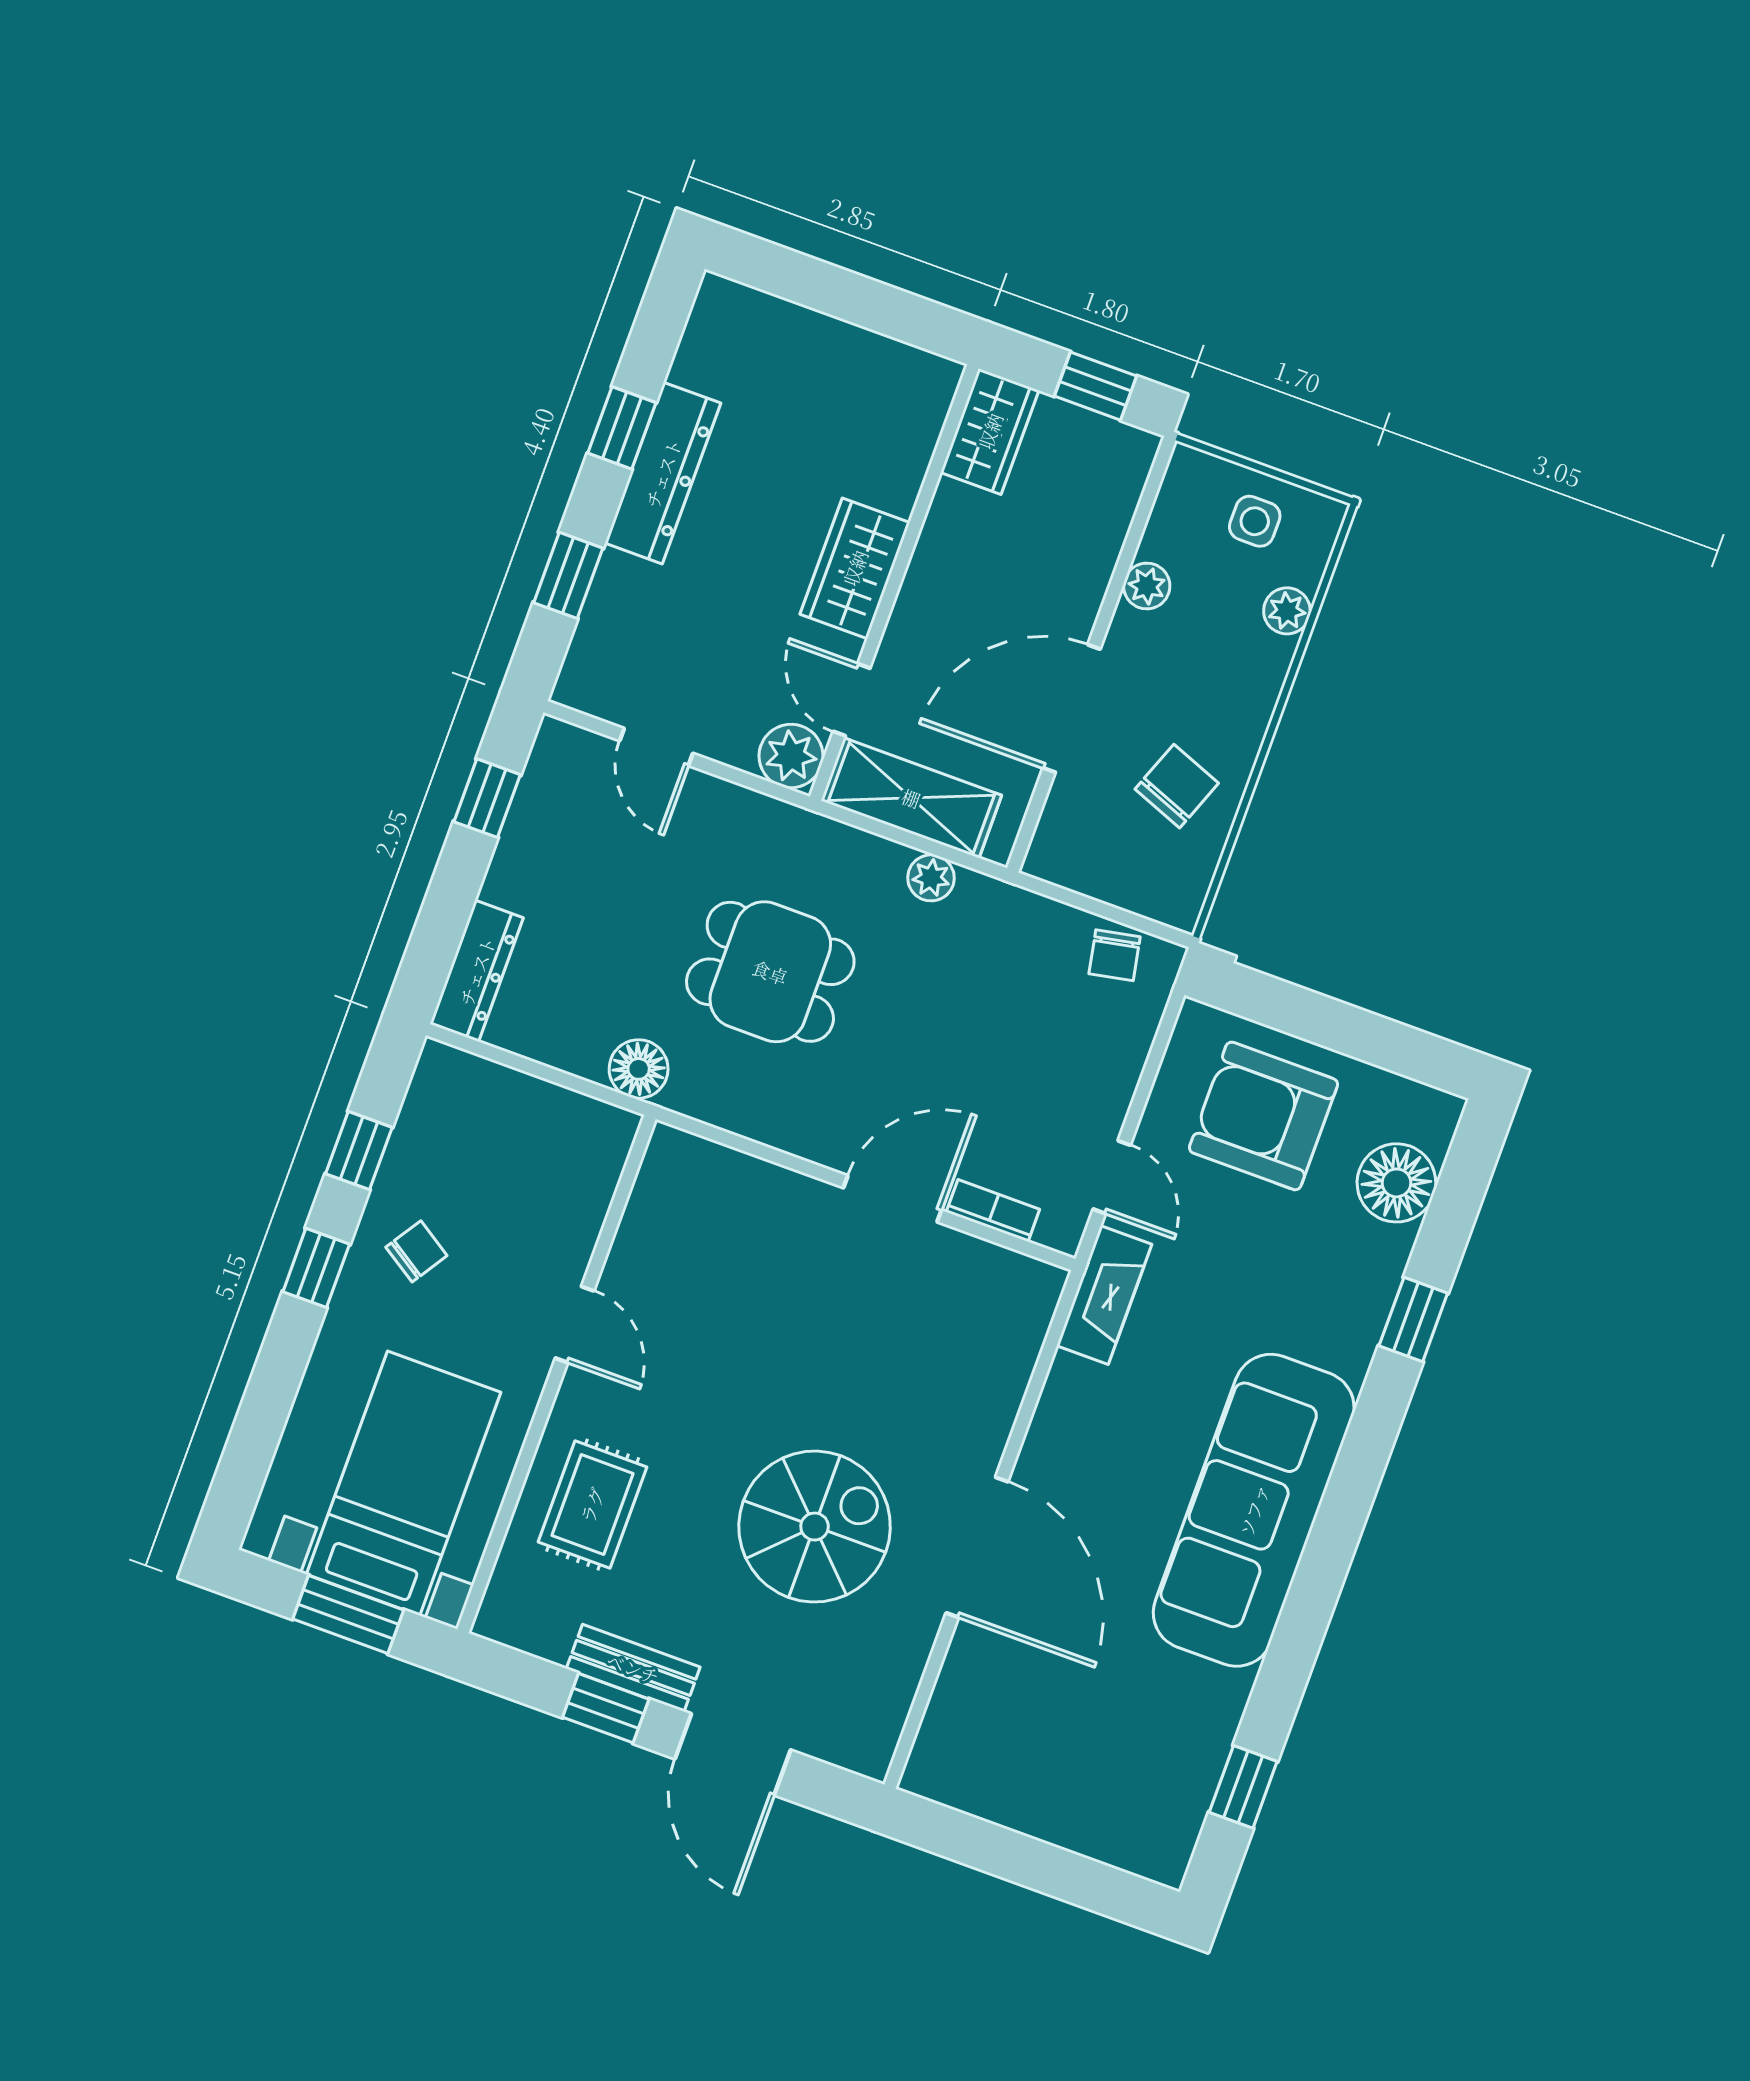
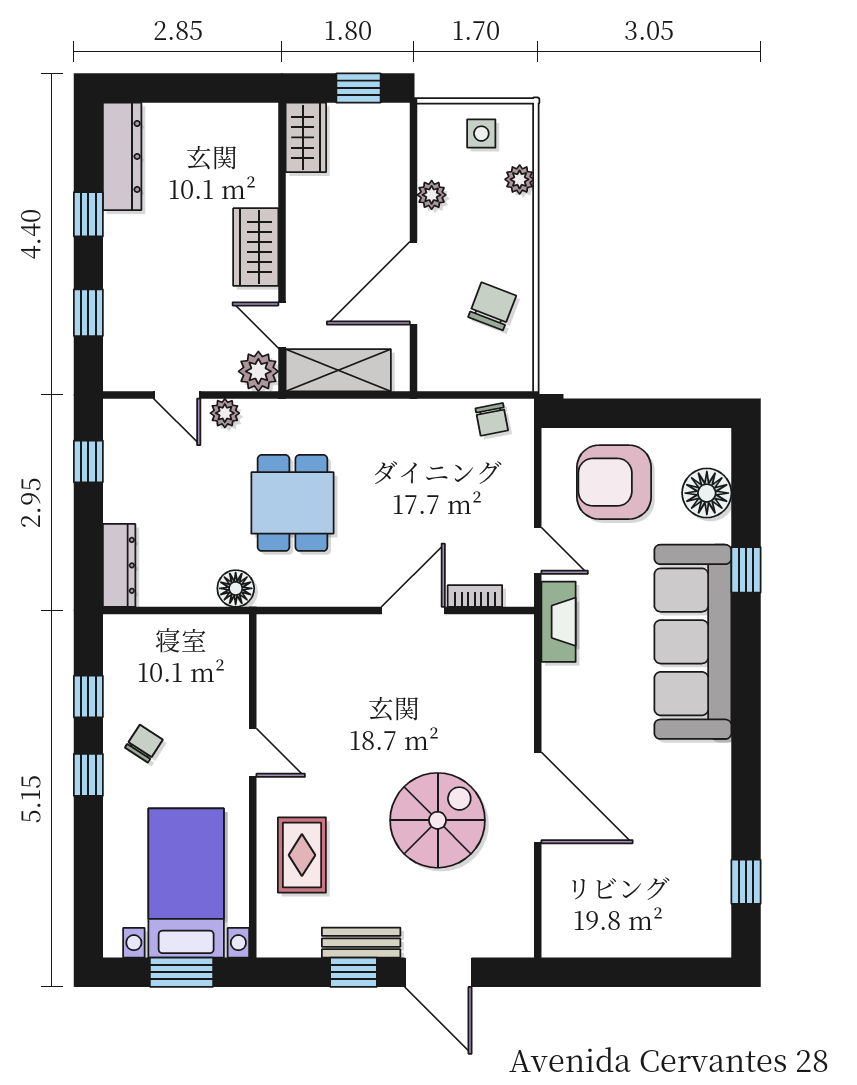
dresser: (663, 473) -> (122, 156), moved
plant: (931, 878) -> (225, 413), moved
dining table: (770, 972) -> (292, 503), turned 90
sofa: (1254, 1510) -> (693, 642), moved

